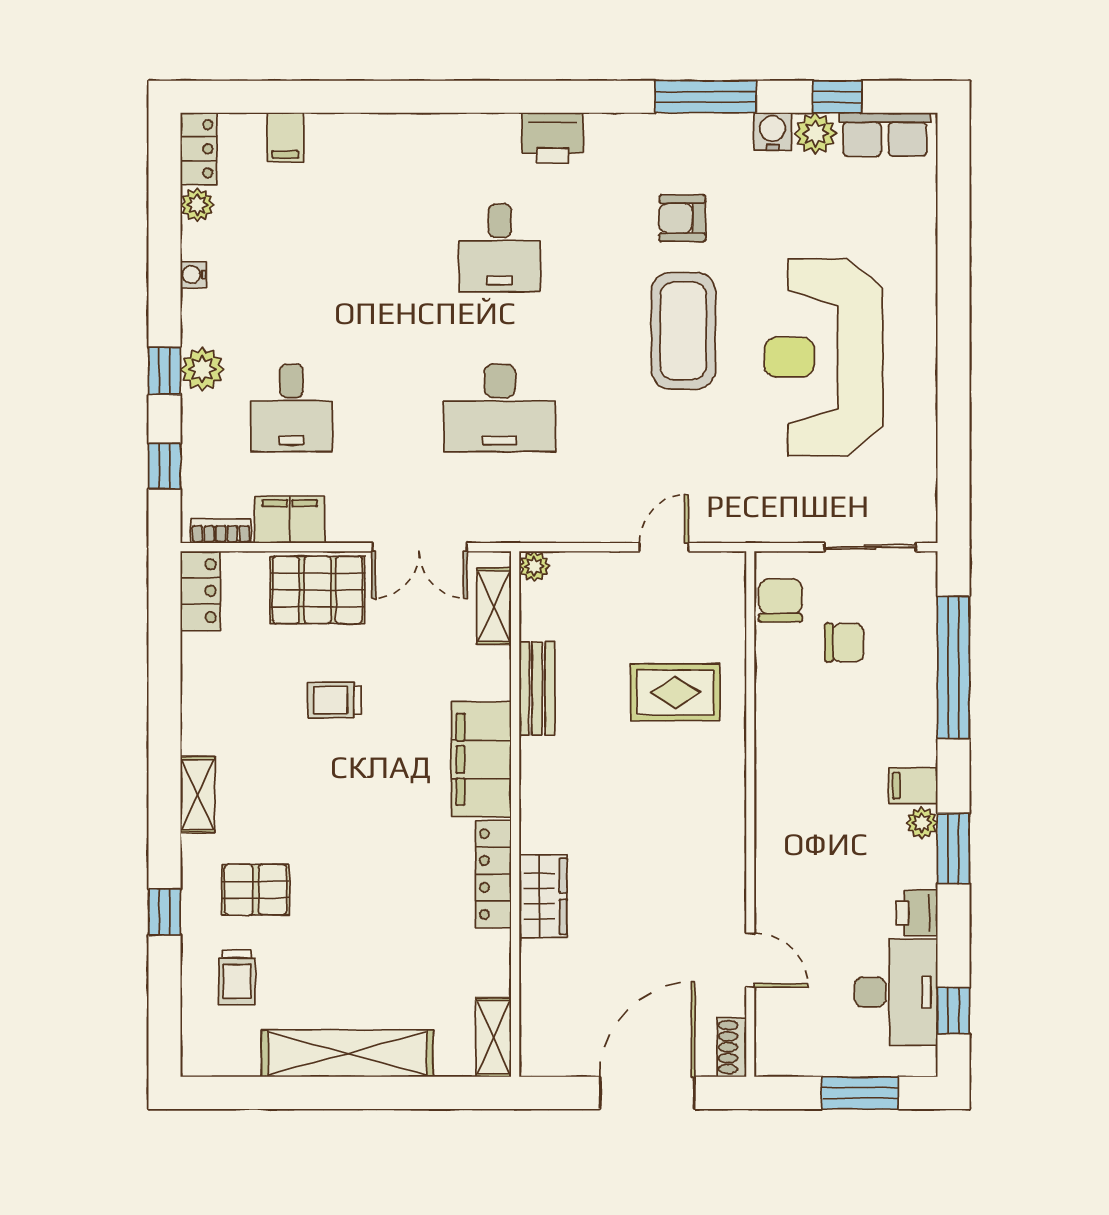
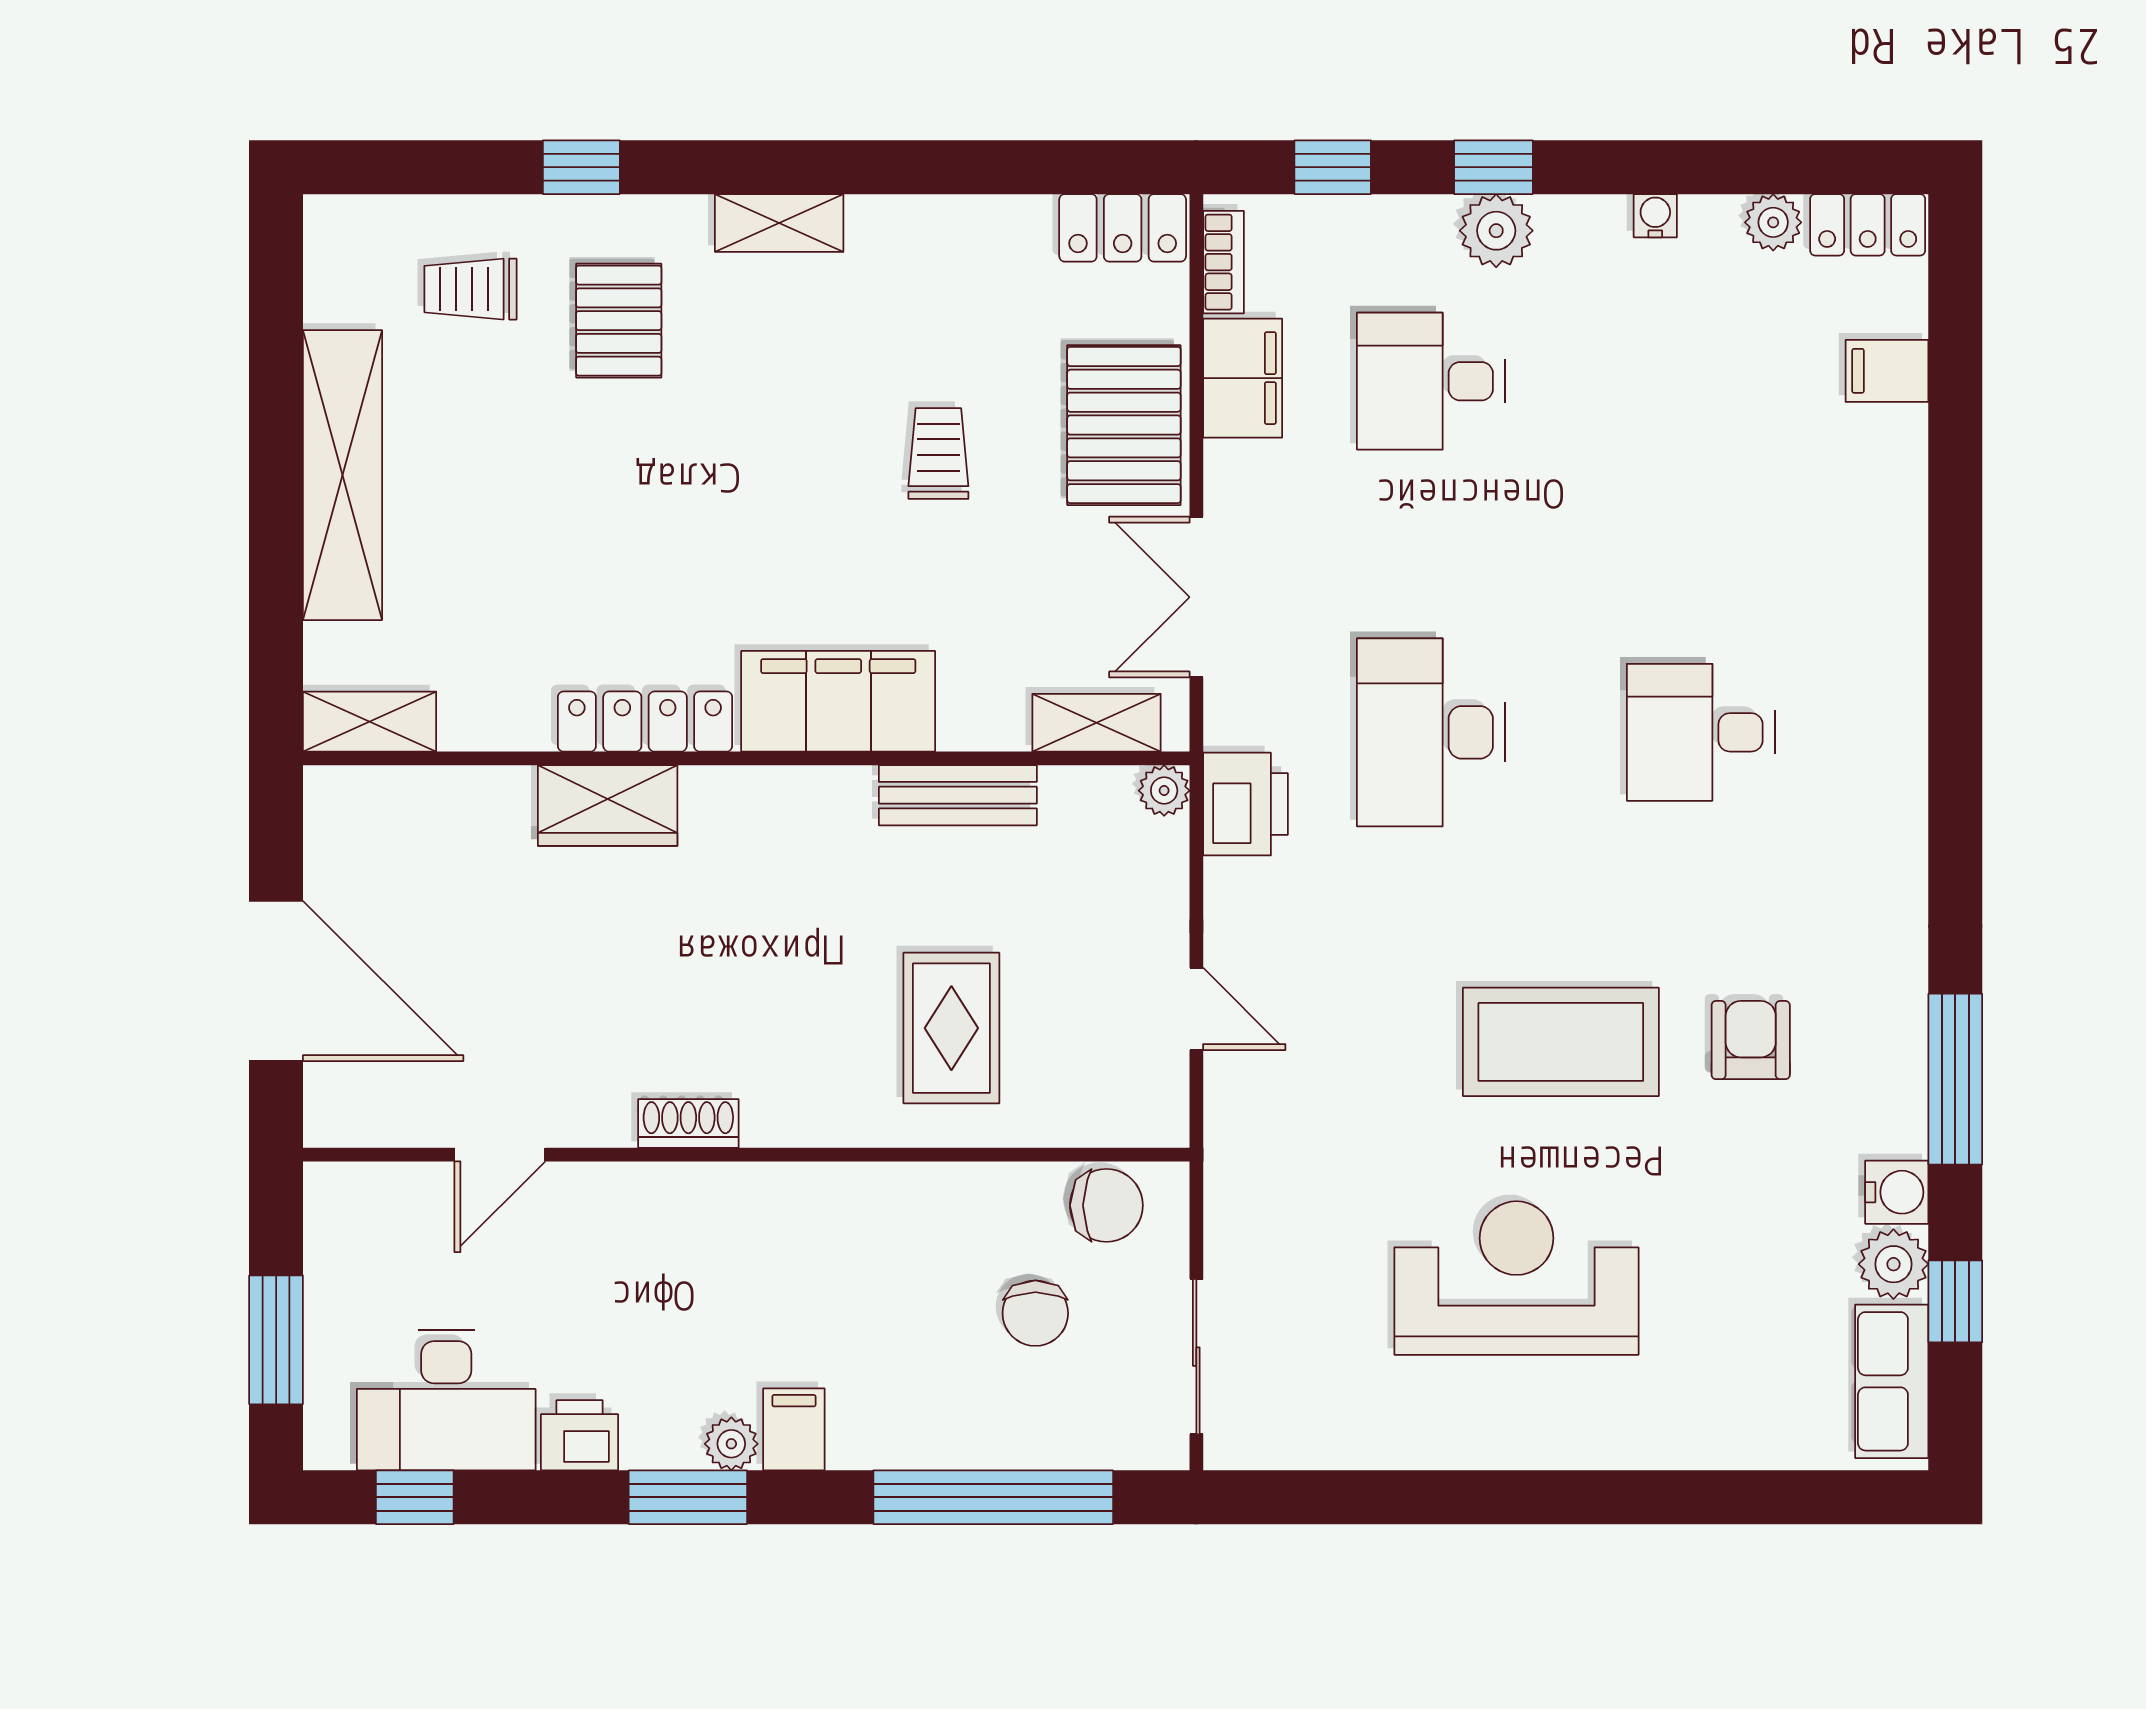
printer: (553, 138) -> (1245, 804), moved, turned 180
reception desk: (823, 357) -> (1516, 1278), width x0.74, depth x0.77
shoe rack: (732, 1047) -> (688, 1123), moved

